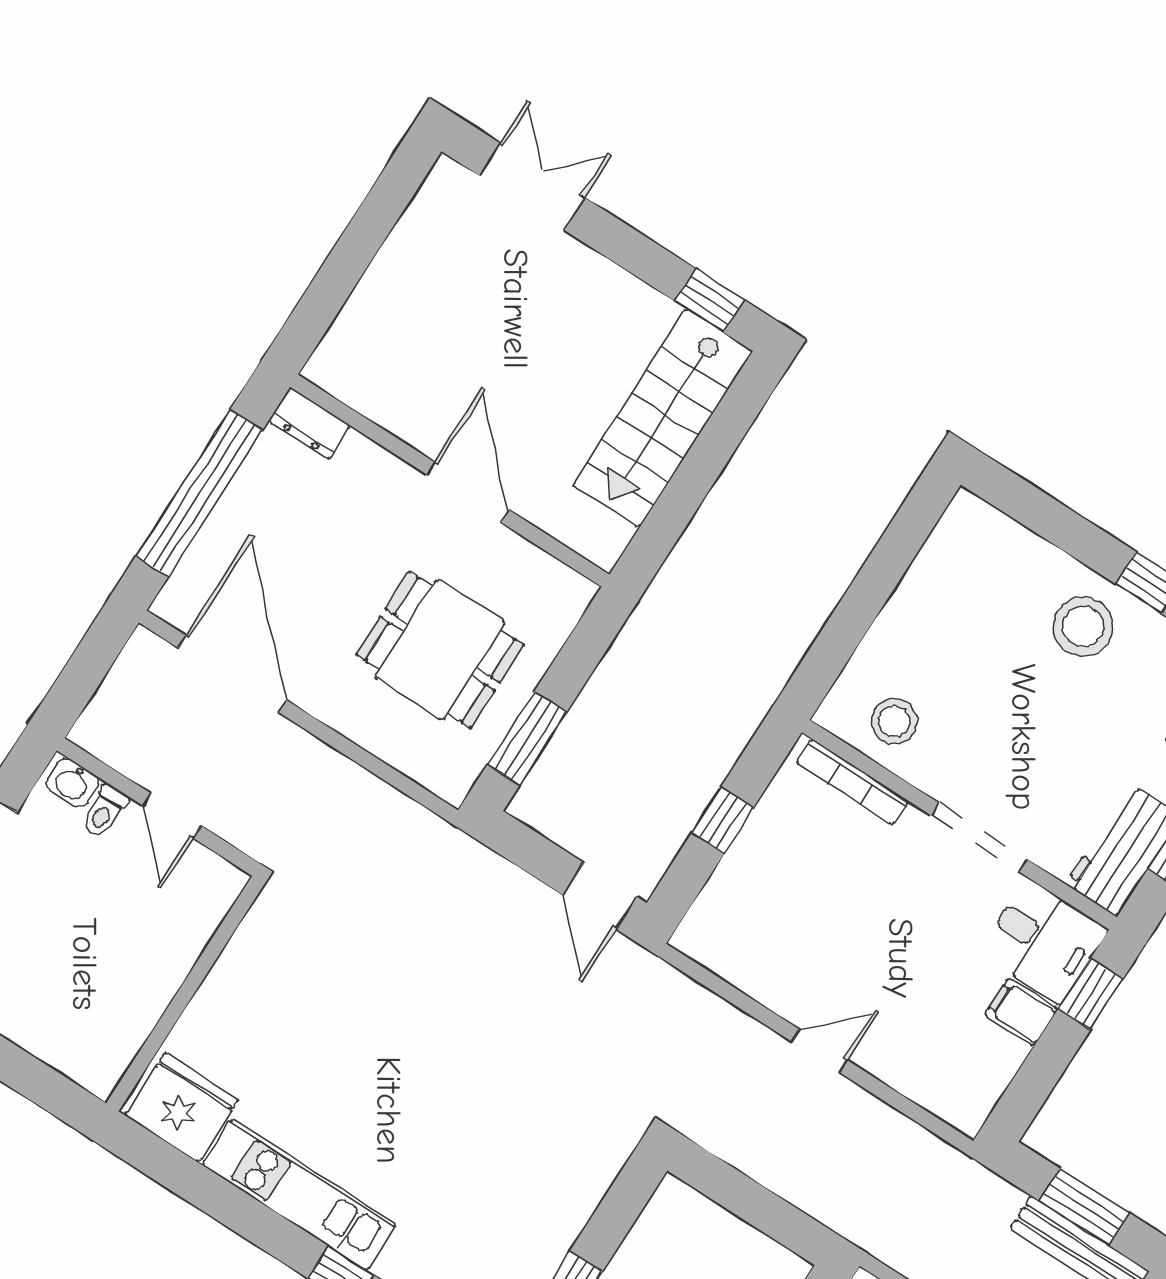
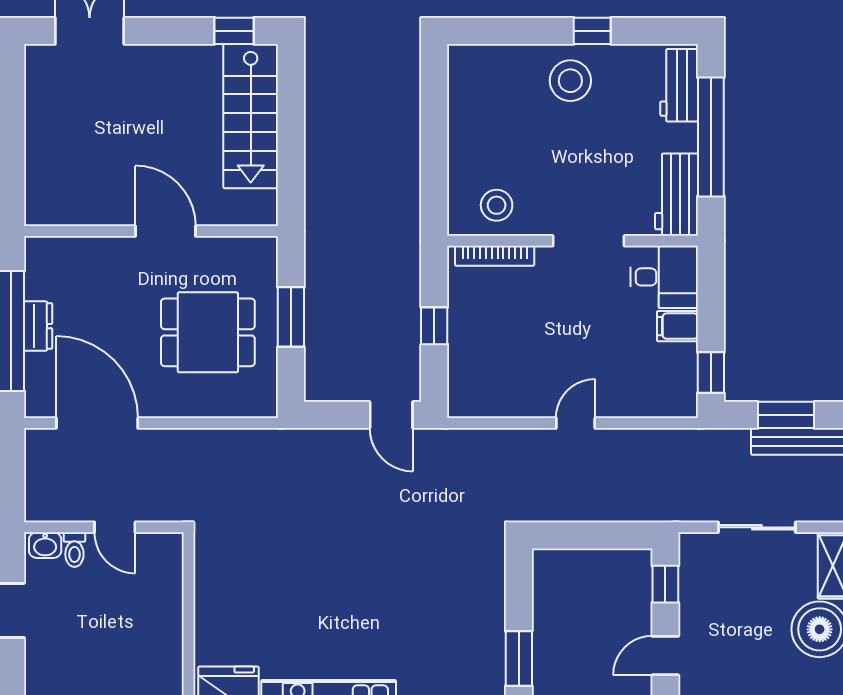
dresser: (310, 423) -> (38, 326), moved, turned -90
window: (527, 738) -> (291, 317), moved
window: (1090, 994) -> (711, 373), moved

